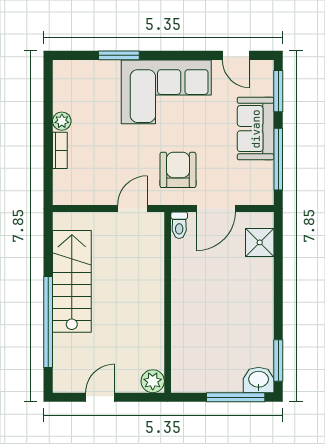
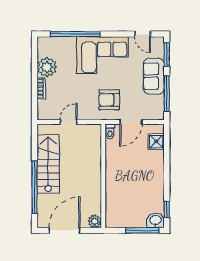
window: (119, 55) -> (75, 34), width x2.11
plant: (62, 121) -> (47, 67), width x1.88, depth x1.88
armchair: (178, 170) -> (109, 100), turned -90
door: (133, 208) -> (69, 122), moved
window: (278, 361) -> (167, 209), width x0.67
door: (100, 397) -> (64, 230), width x1.88

